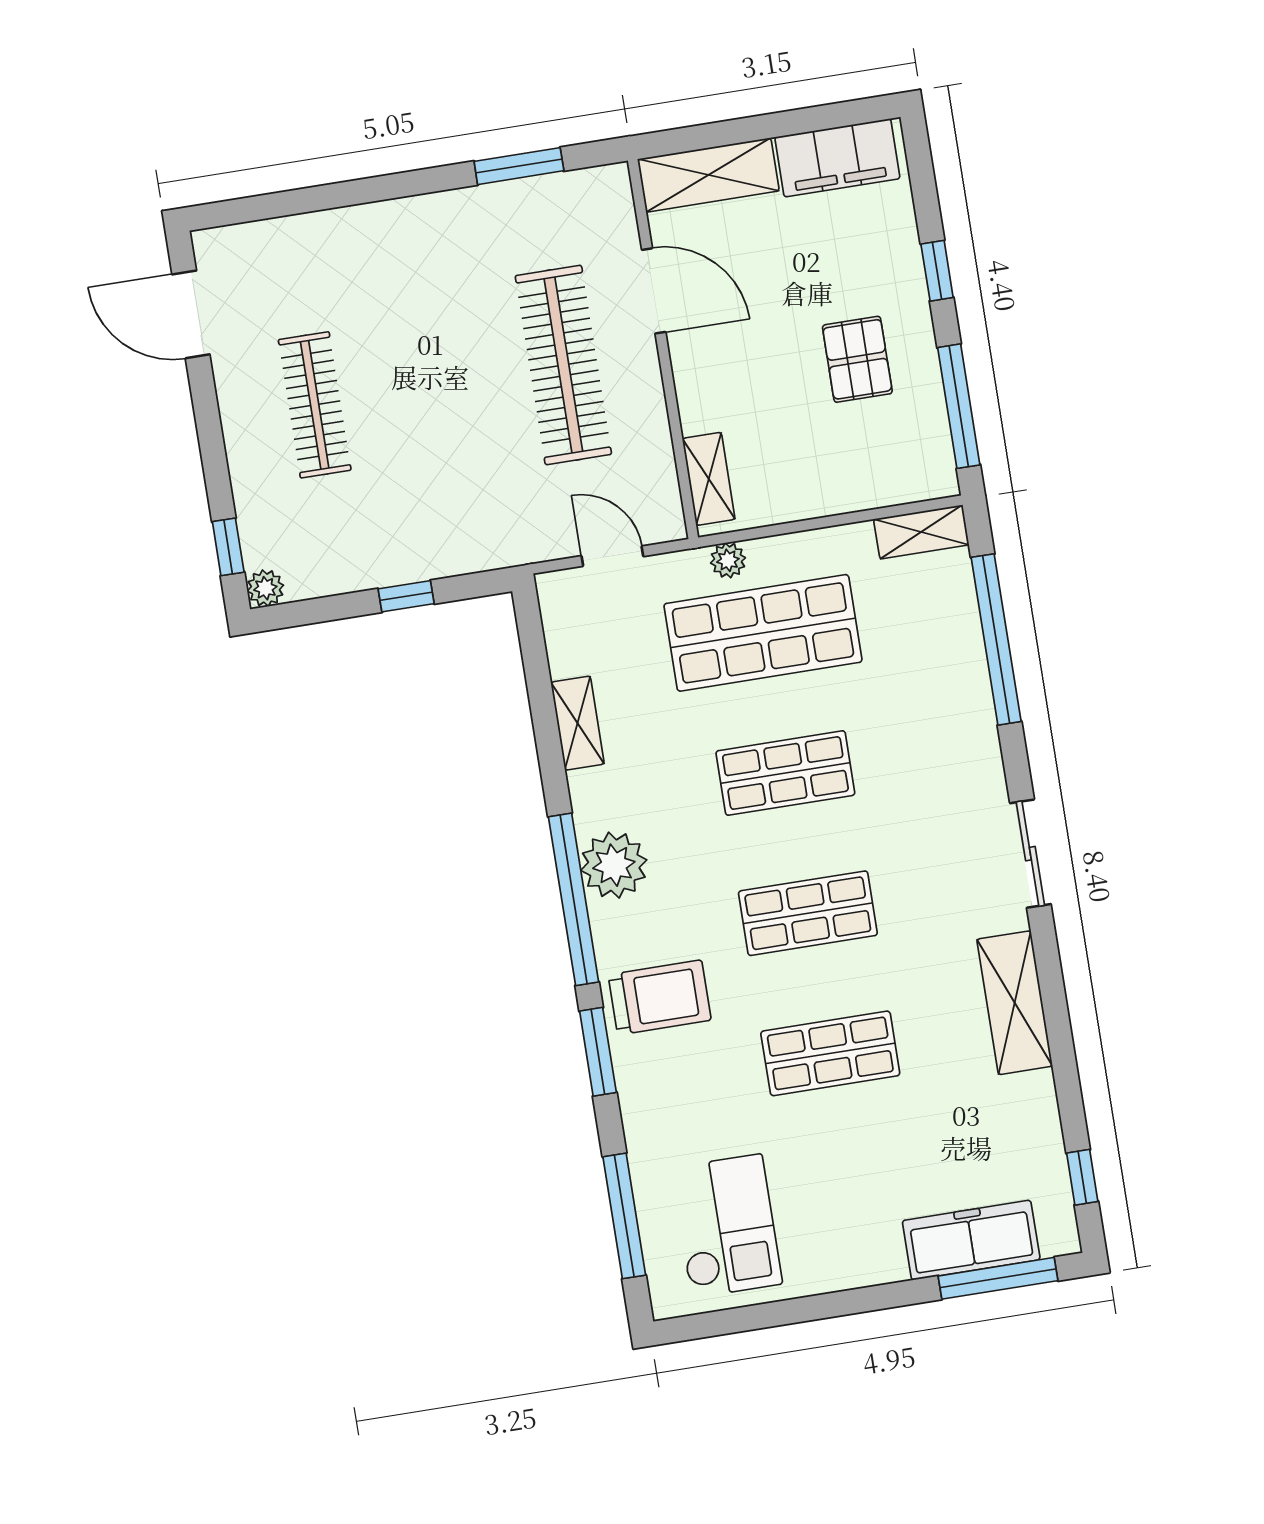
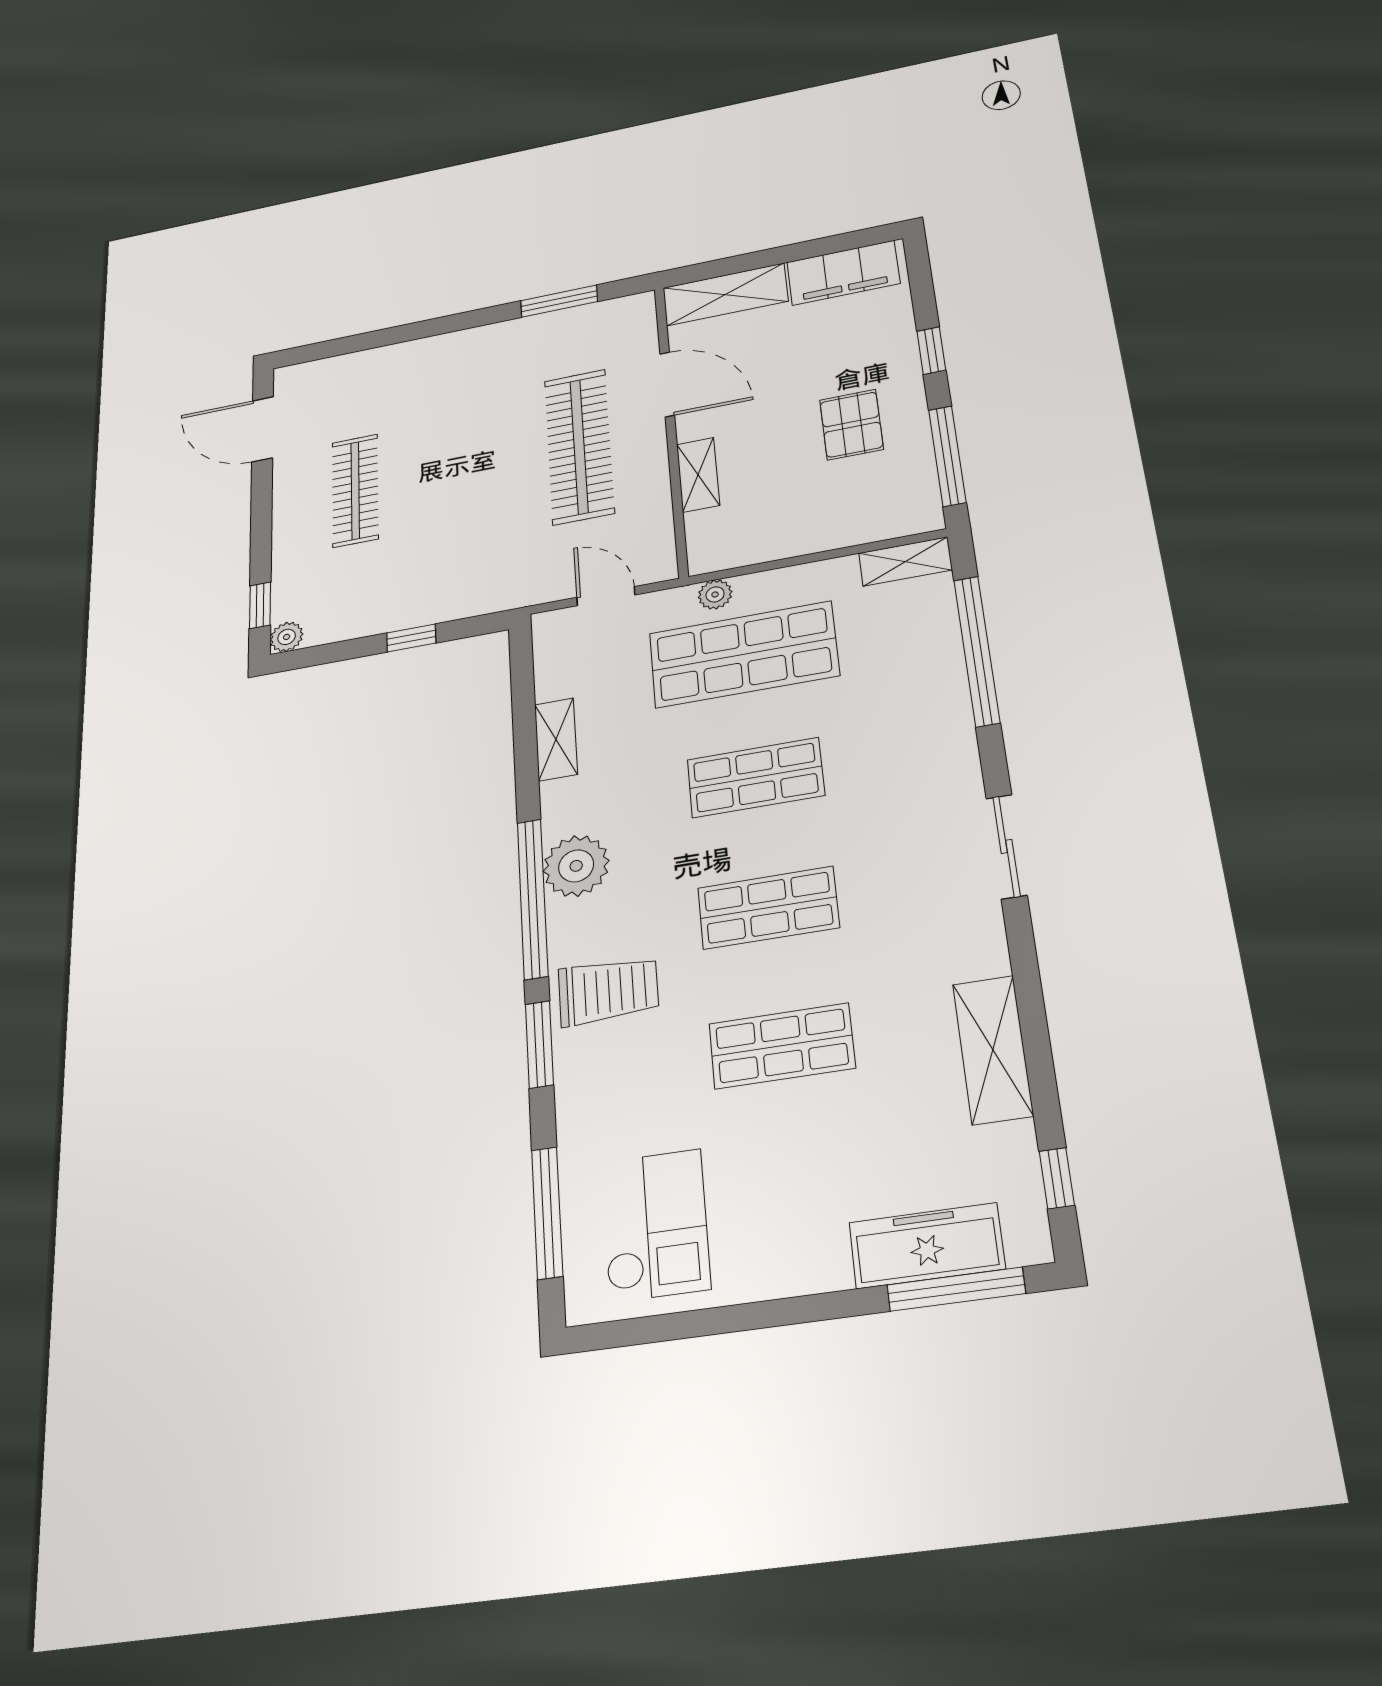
shelving: (709, 479) -> (698, 475), moved
shelving: (1015, 1003) -> (993, 1050), moved

